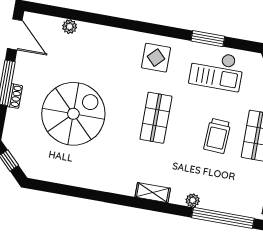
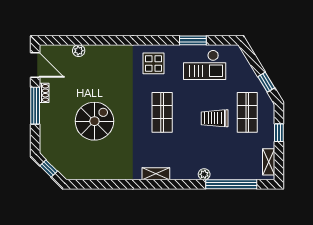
shoe rack: (15, 96) -> (44, 93), moved
spiral stairs: (73, 114) -> (94, 121), width x0.73, depth x0.73
trolley: (217, 136) -> (215, 118), turned 87
shelving: (153, 193) -> (156, 174), moved

